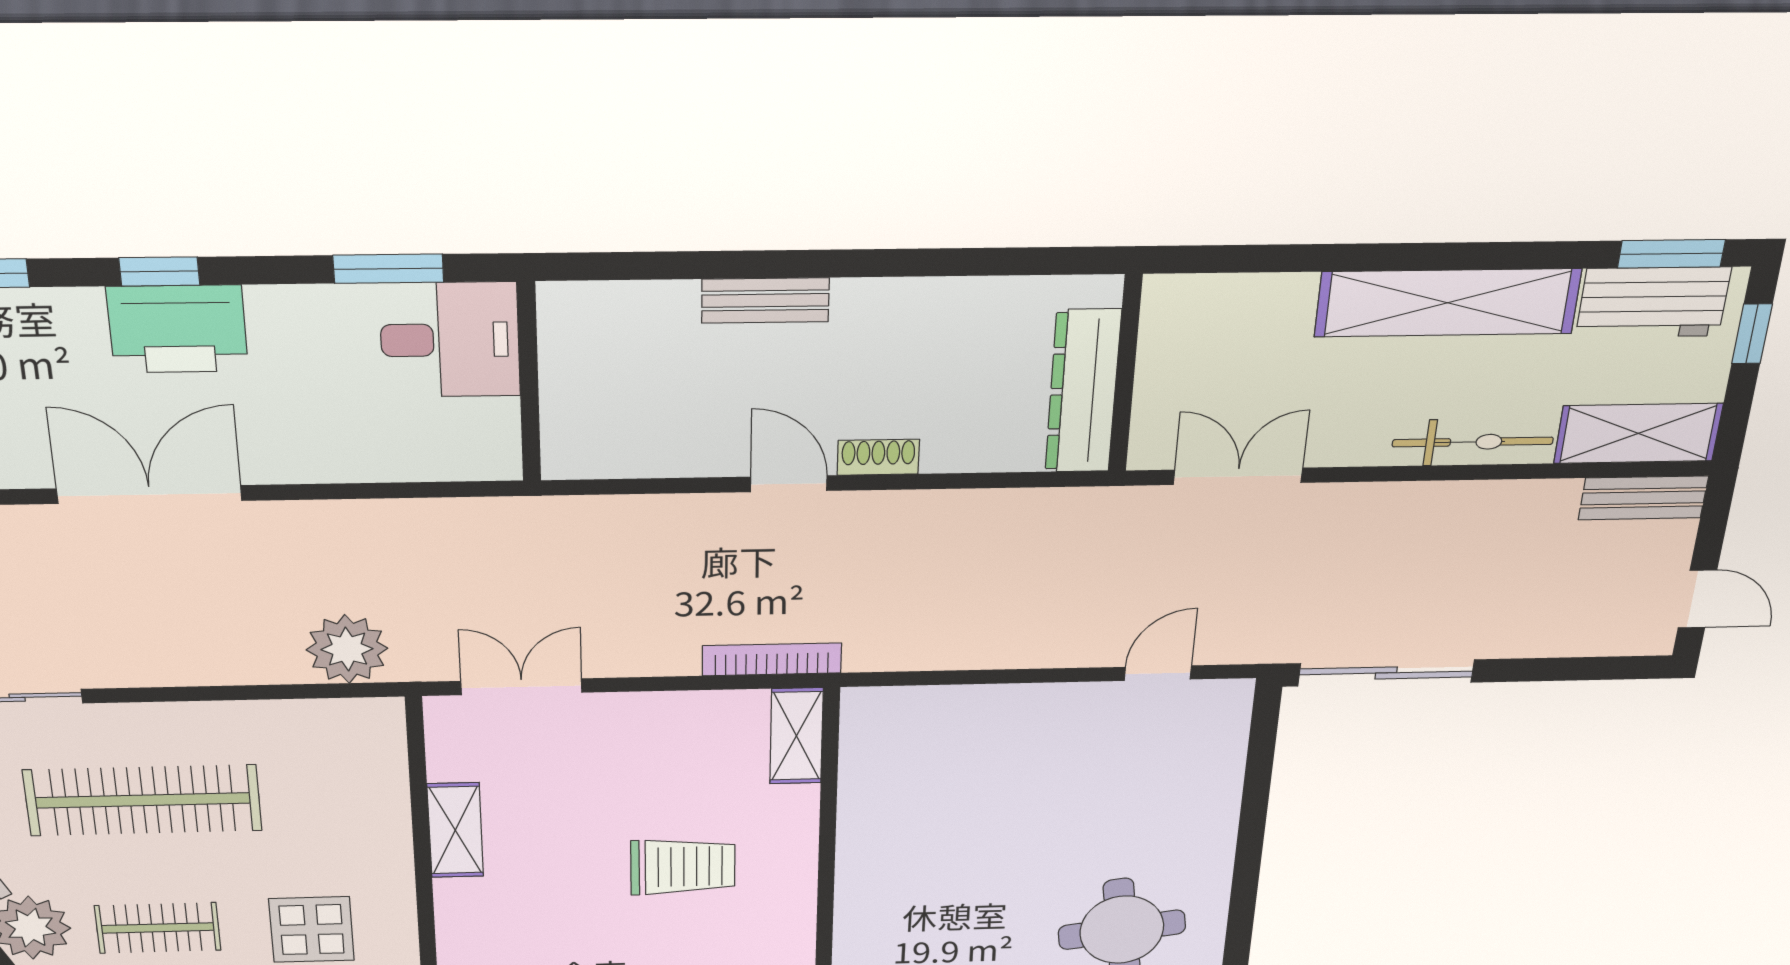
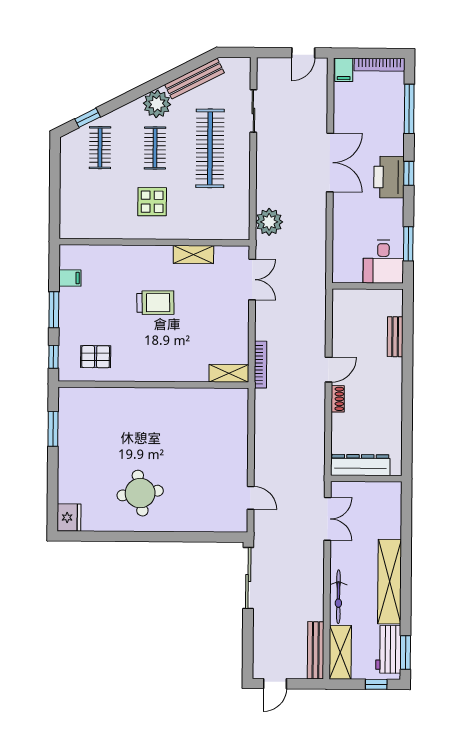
bench: (765, 300) -> (395, 337), moved
bench: (1643, 498) -> (316, 650), width x1.36
trolley: (683, 867) -> (155, 303), moved, turned -91

